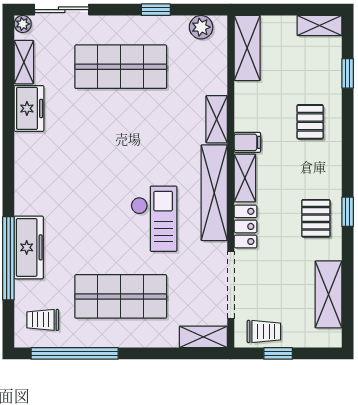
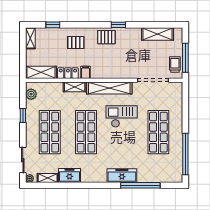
shop shelf: (121, 143) -> (86, 132), added
shelving: (245, 178) -> (102, 73), removed
pallet: (316, 218) -> (106, 37), moved
locker: (246, 226) -> (68, 73), moved
freezer: (29, 247) -> (122, 176), moved
trolley: (43, 320) -> (169, 169), removed
shelving: (203, 337) -> (178, 93), removed
window: (278, 353) -> (185, 58), width x2.17

